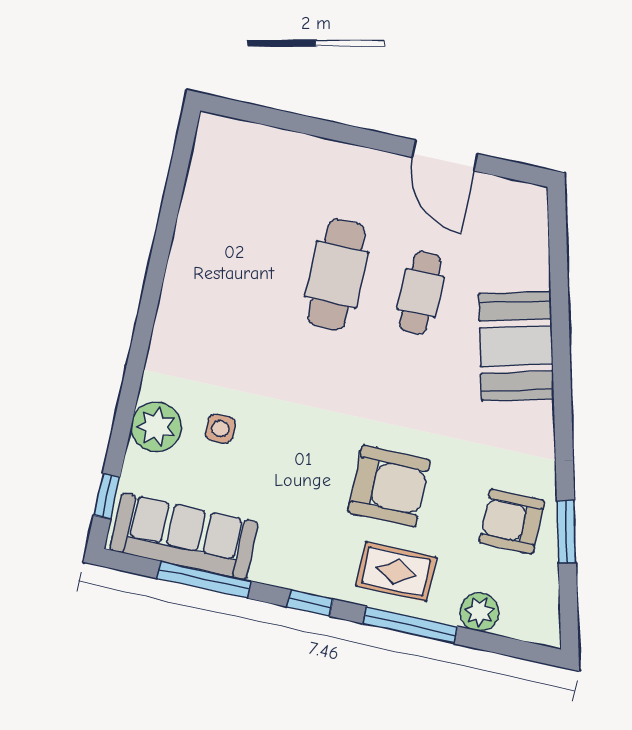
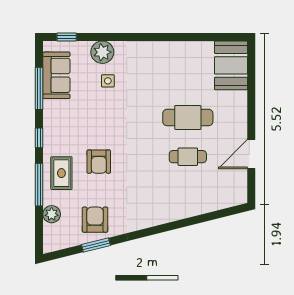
booth: (516, 346) -> (231, 65), moved, turned -76
armchair: (389, 486) -> (99, 162), width x0.73, depth x0.73
sofa: (184, 536) -> (56, 75), width x0.73

